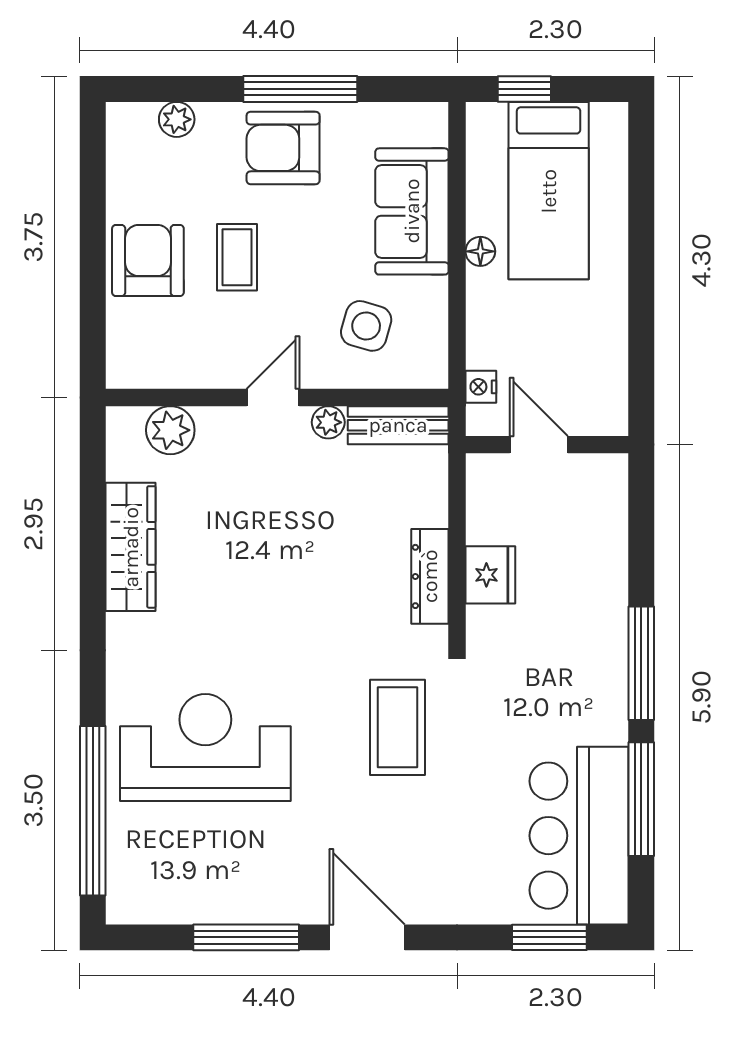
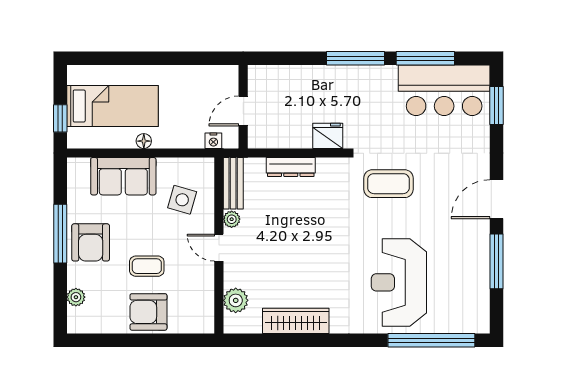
fridge: (490, 575) -> (328, 136), moved
dresser: (430, 576) -> (291, 167), moved

